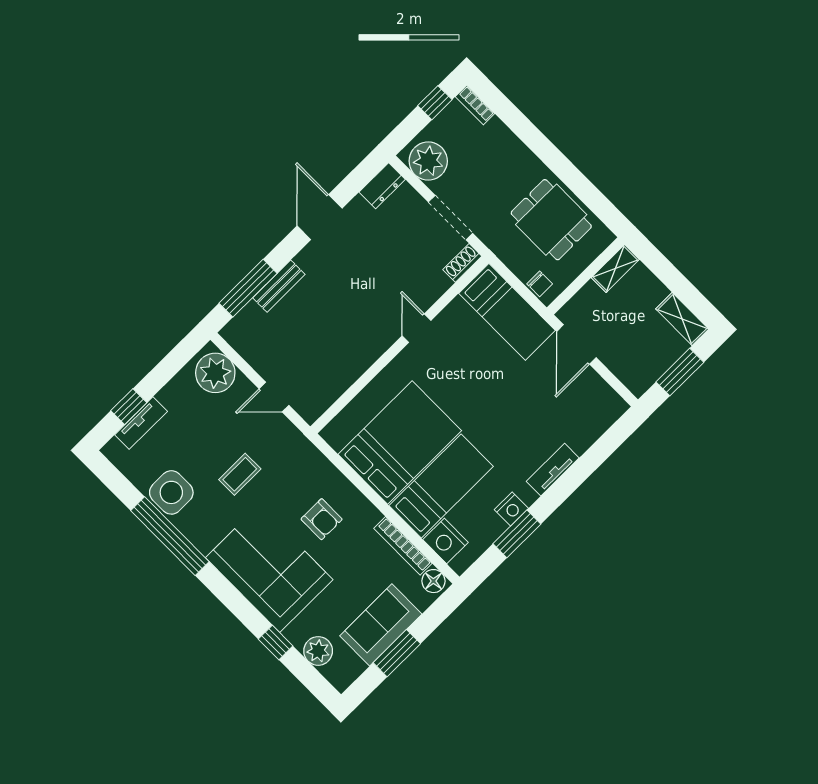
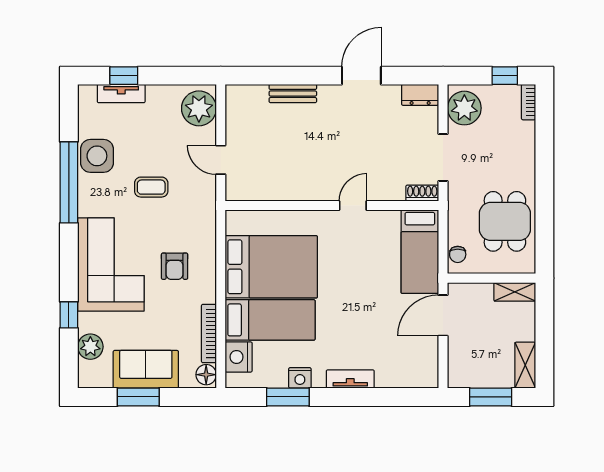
window: (248, 288) -> (272, 76), removed

